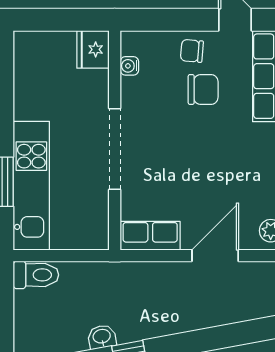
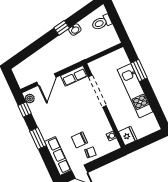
doorway: (115, 149) -> (97, 91), moved
kitchen unit: (31, 186) -> (135, 91), moved
toilet: (36, 275) -> (102, 23), moved

